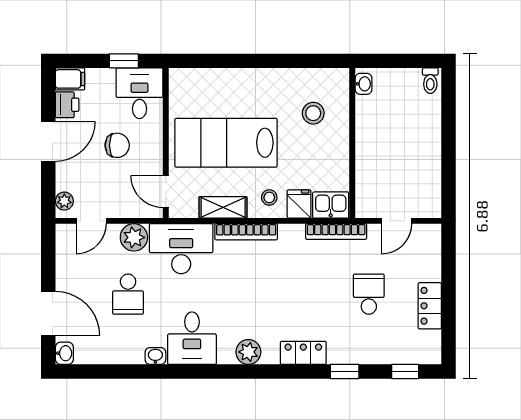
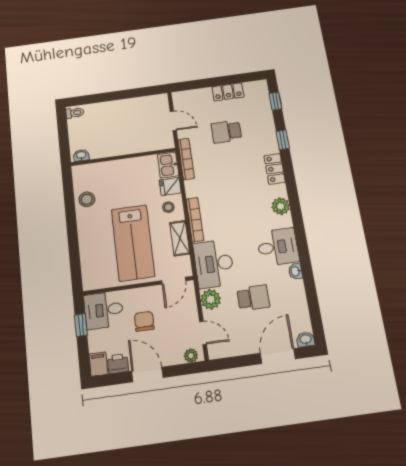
stool: (313, 113) -> (87, 199), moved

